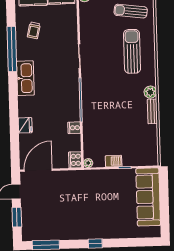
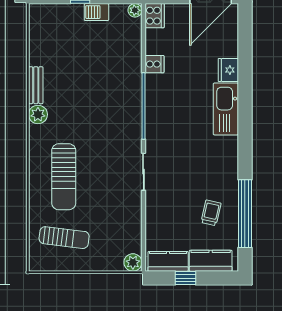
window: (12, 49) -> (245, 214), moved
kitchen sink: (25, 78) -> (226, 109), moved

